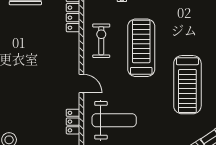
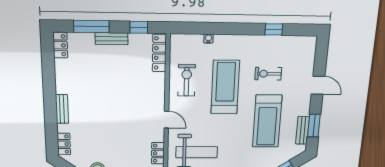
exercise bike: (185, 33) -> (268, 74), added

